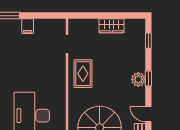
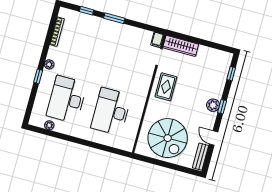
filing cabinet: (28, 26) -> (157, 40), moved
wardrobe: (112, 26) -> (181, 46), moved, width x1.50

